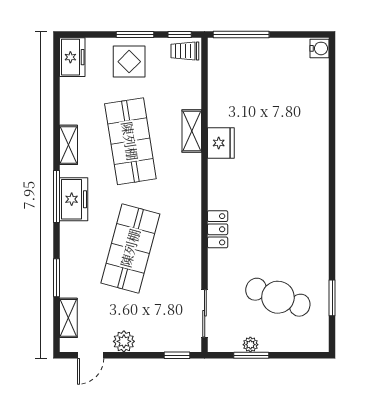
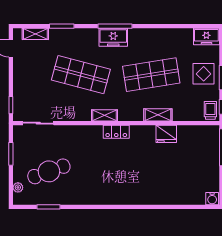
fridge: (221, 143) -> (166, 134), moved
shelving: (68, 145) -> (104, 115), moved
locker: (218, 229) -> (116, 132), moved
cafe table: (278, 297) -> (49, 171), turned 50
plant: (124, 341) -> (20, 70), removed
plant: (250, 345) -> (18, 187), moved

